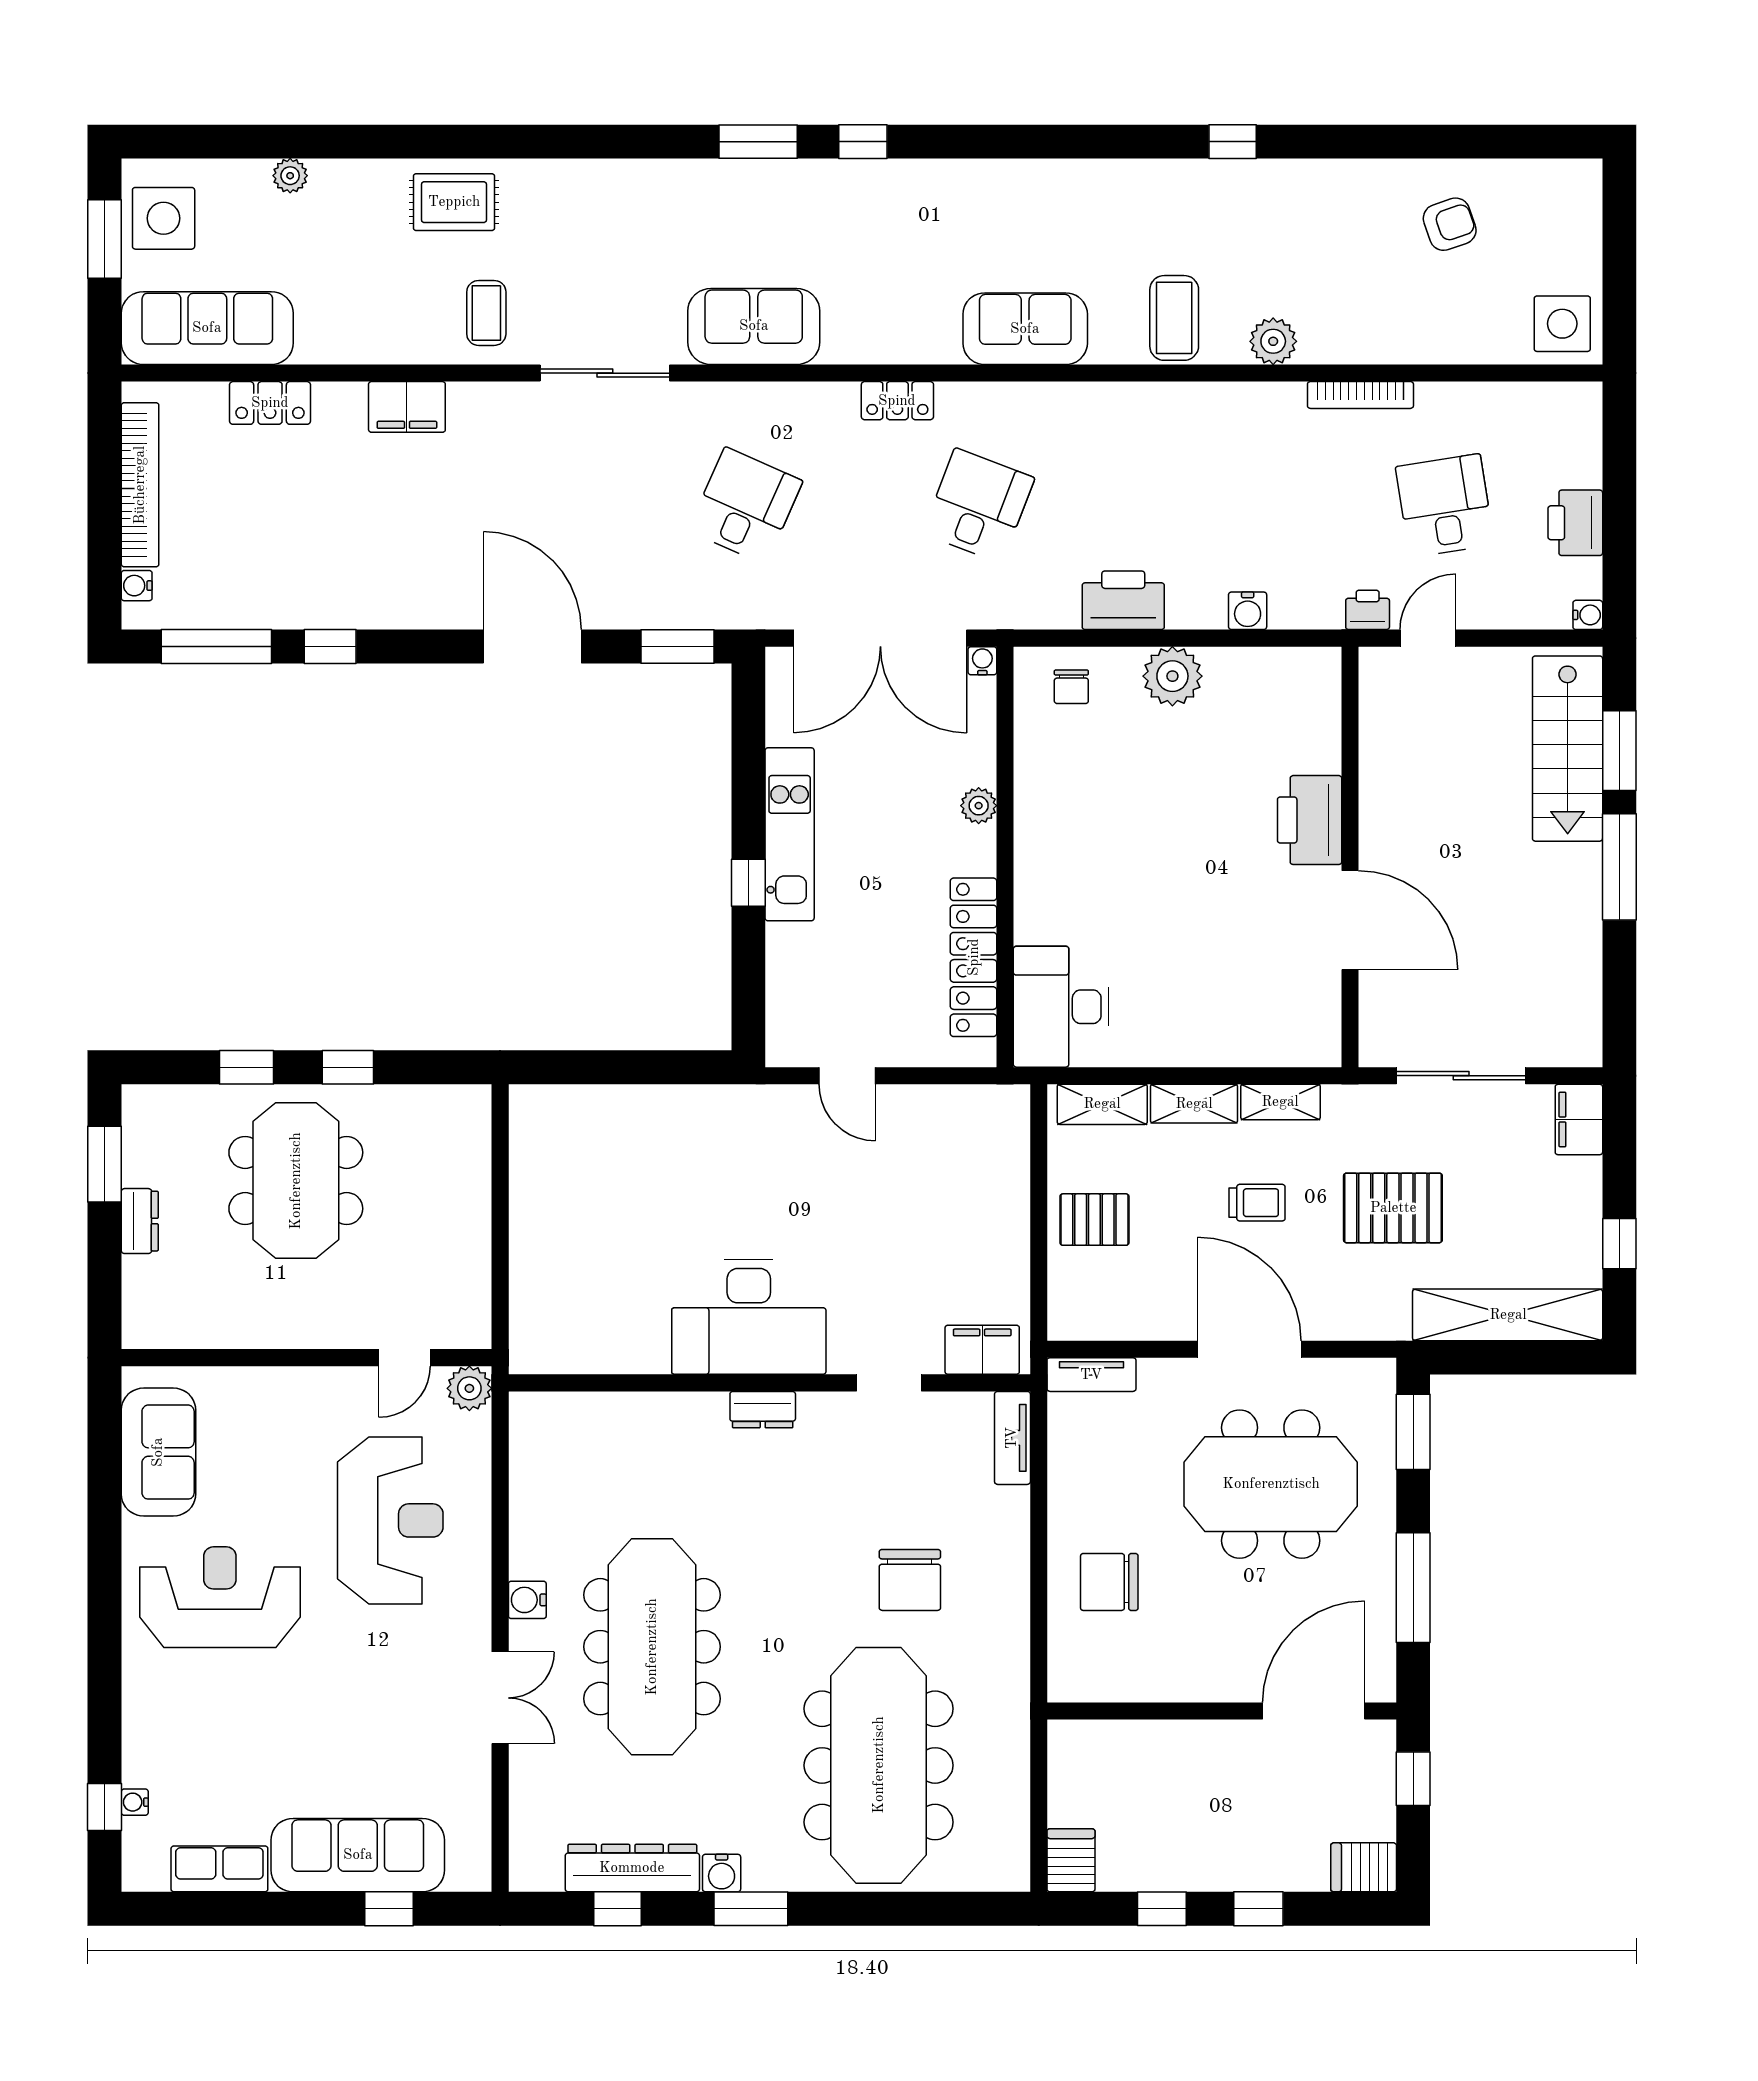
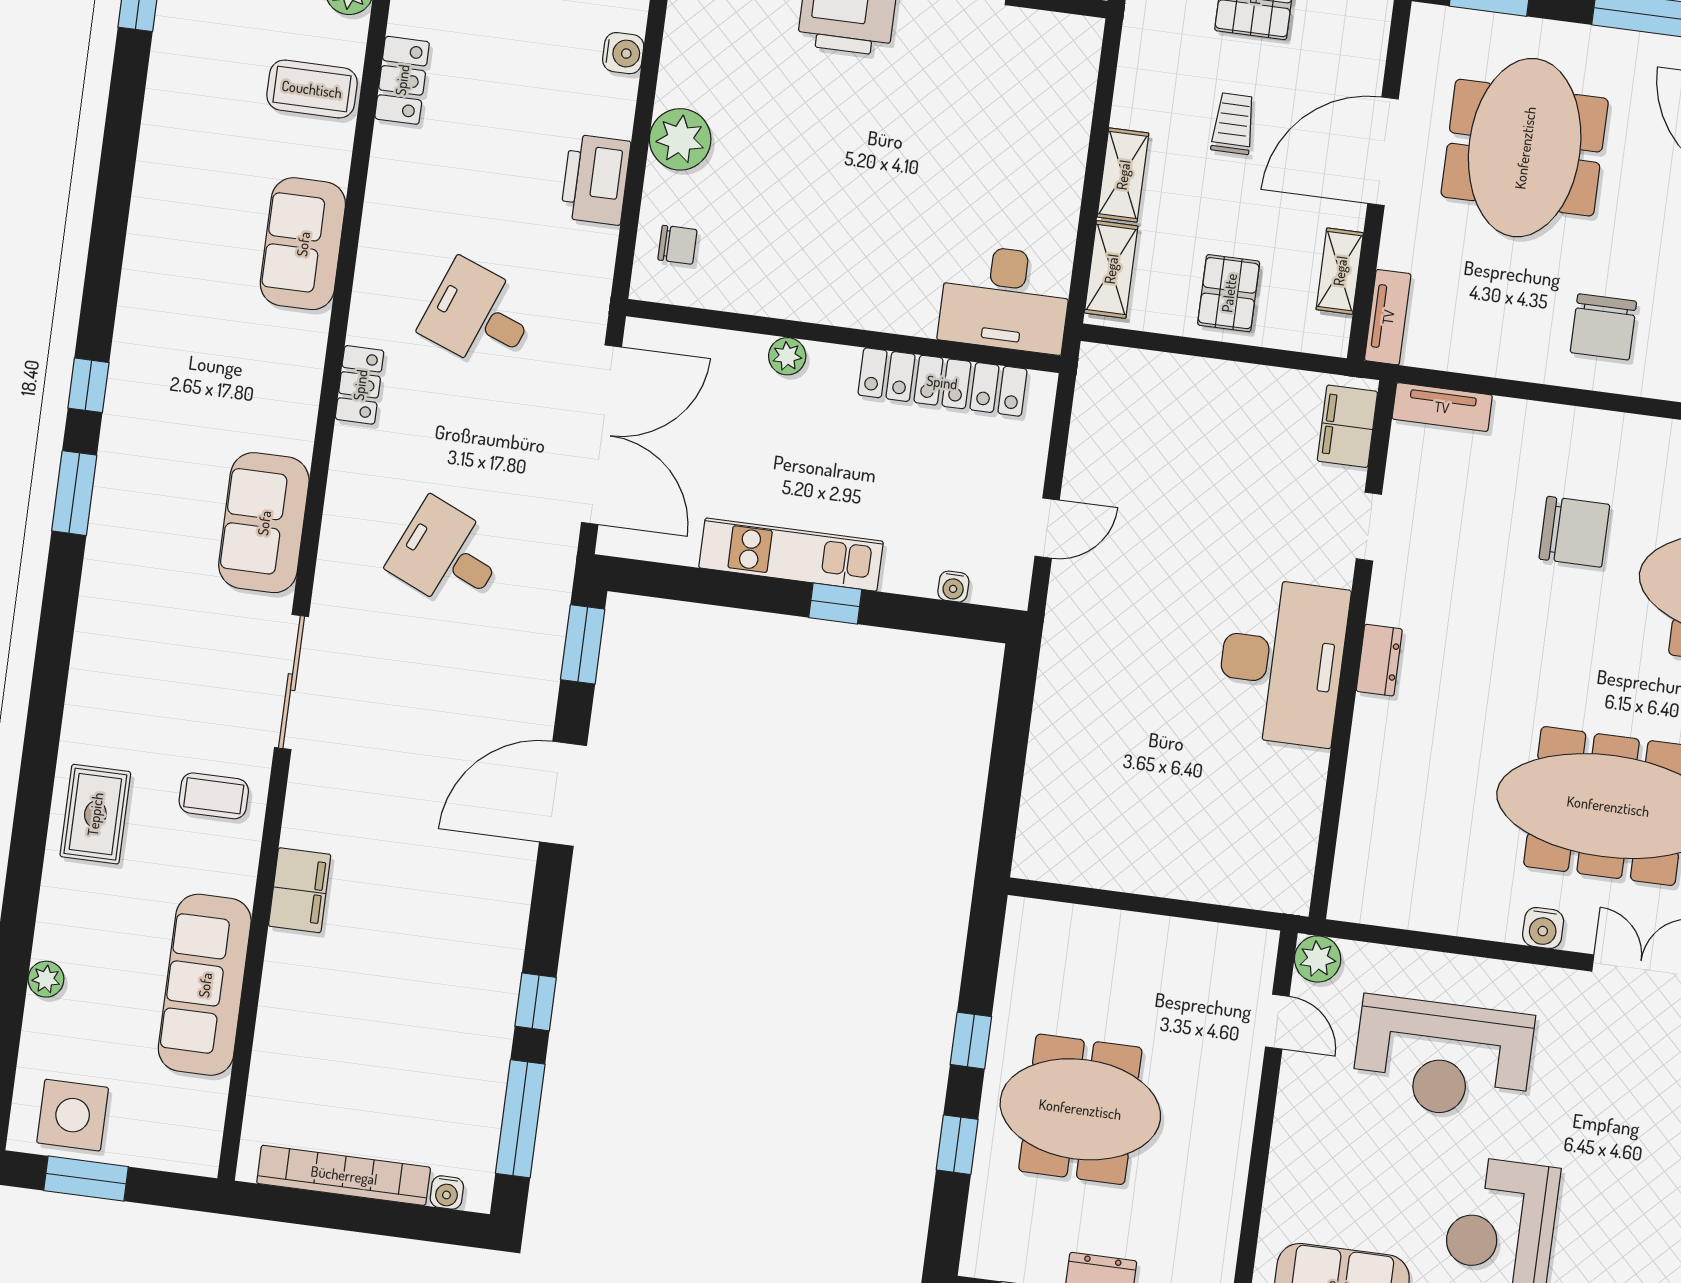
sofa: (207, 328) -> (205, 985), moved
locker: (270, 403) -> (402, 80), moved
water cooler: (982, 661) -> (953, 587), moved, turned -90
shelving: (1280, 1102) -> (1340, 271), moved
reception desk: (390, 1520) -> (1443, 1058), turned 180

